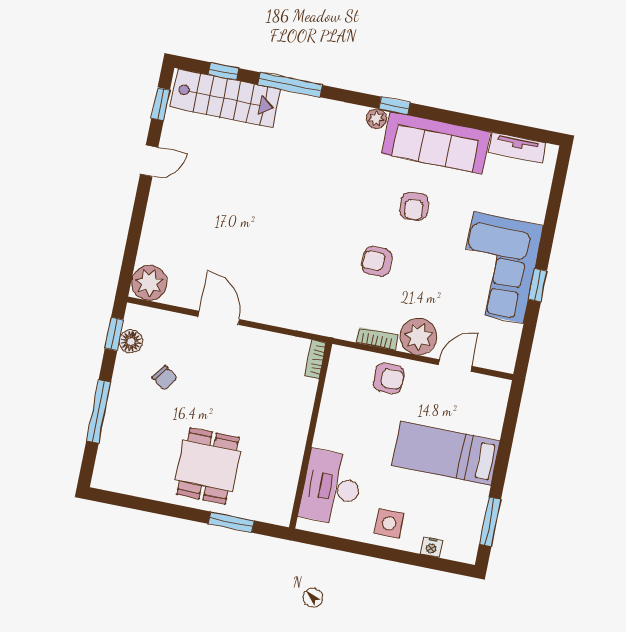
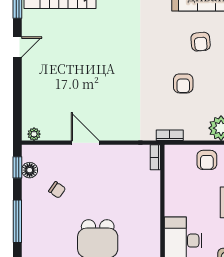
armchair: (377, 261) -> (183, 83), turned -90
plant: (149, 283) -> (34, 134), width x0.53, depth x0.53
bookcase: (377, 339) -> (170, 135), moved
armchair: (389, 378) -> (207, 160), turned 90

